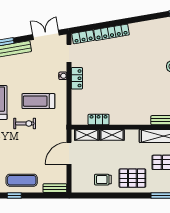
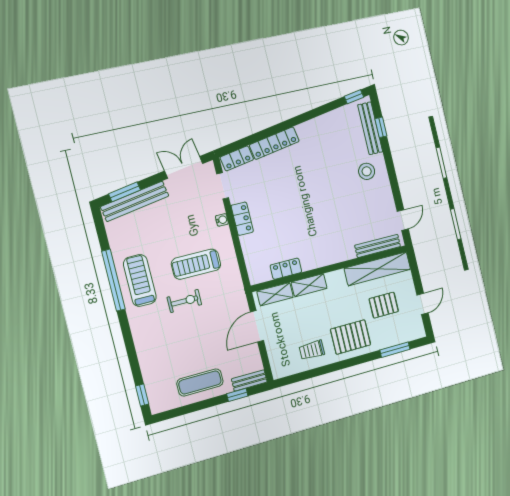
window: (14, 196) -> (237, 395), moved

